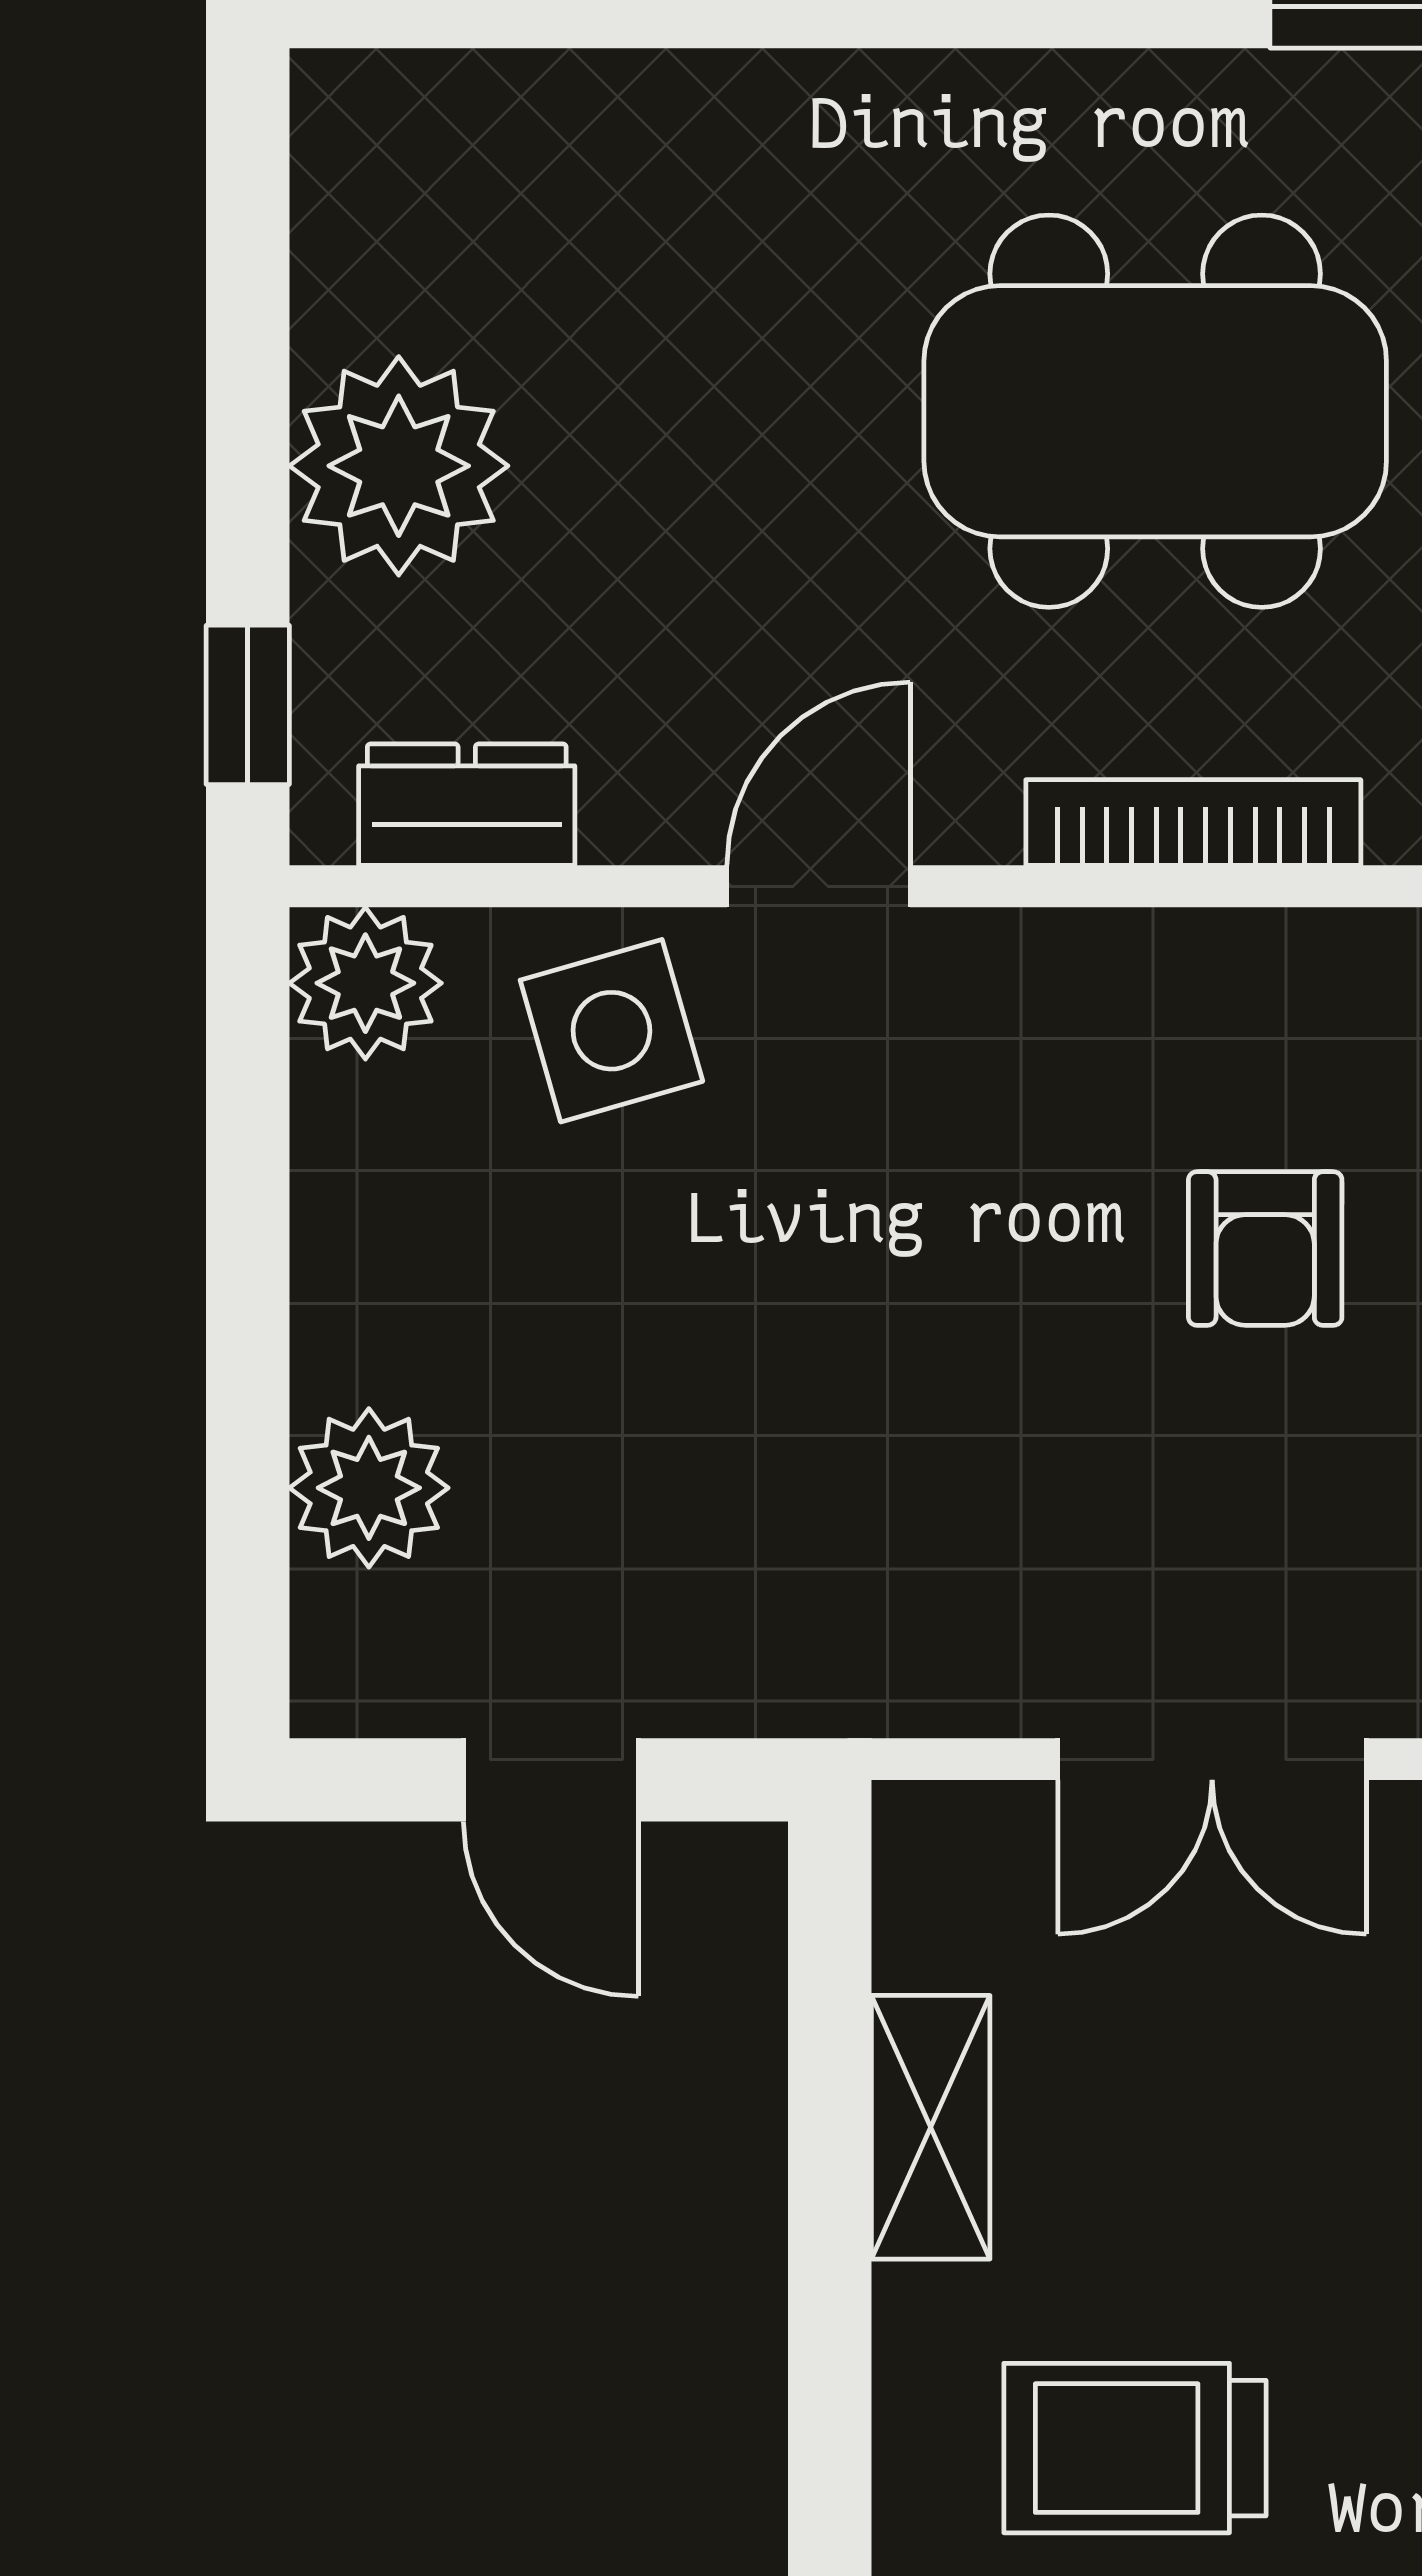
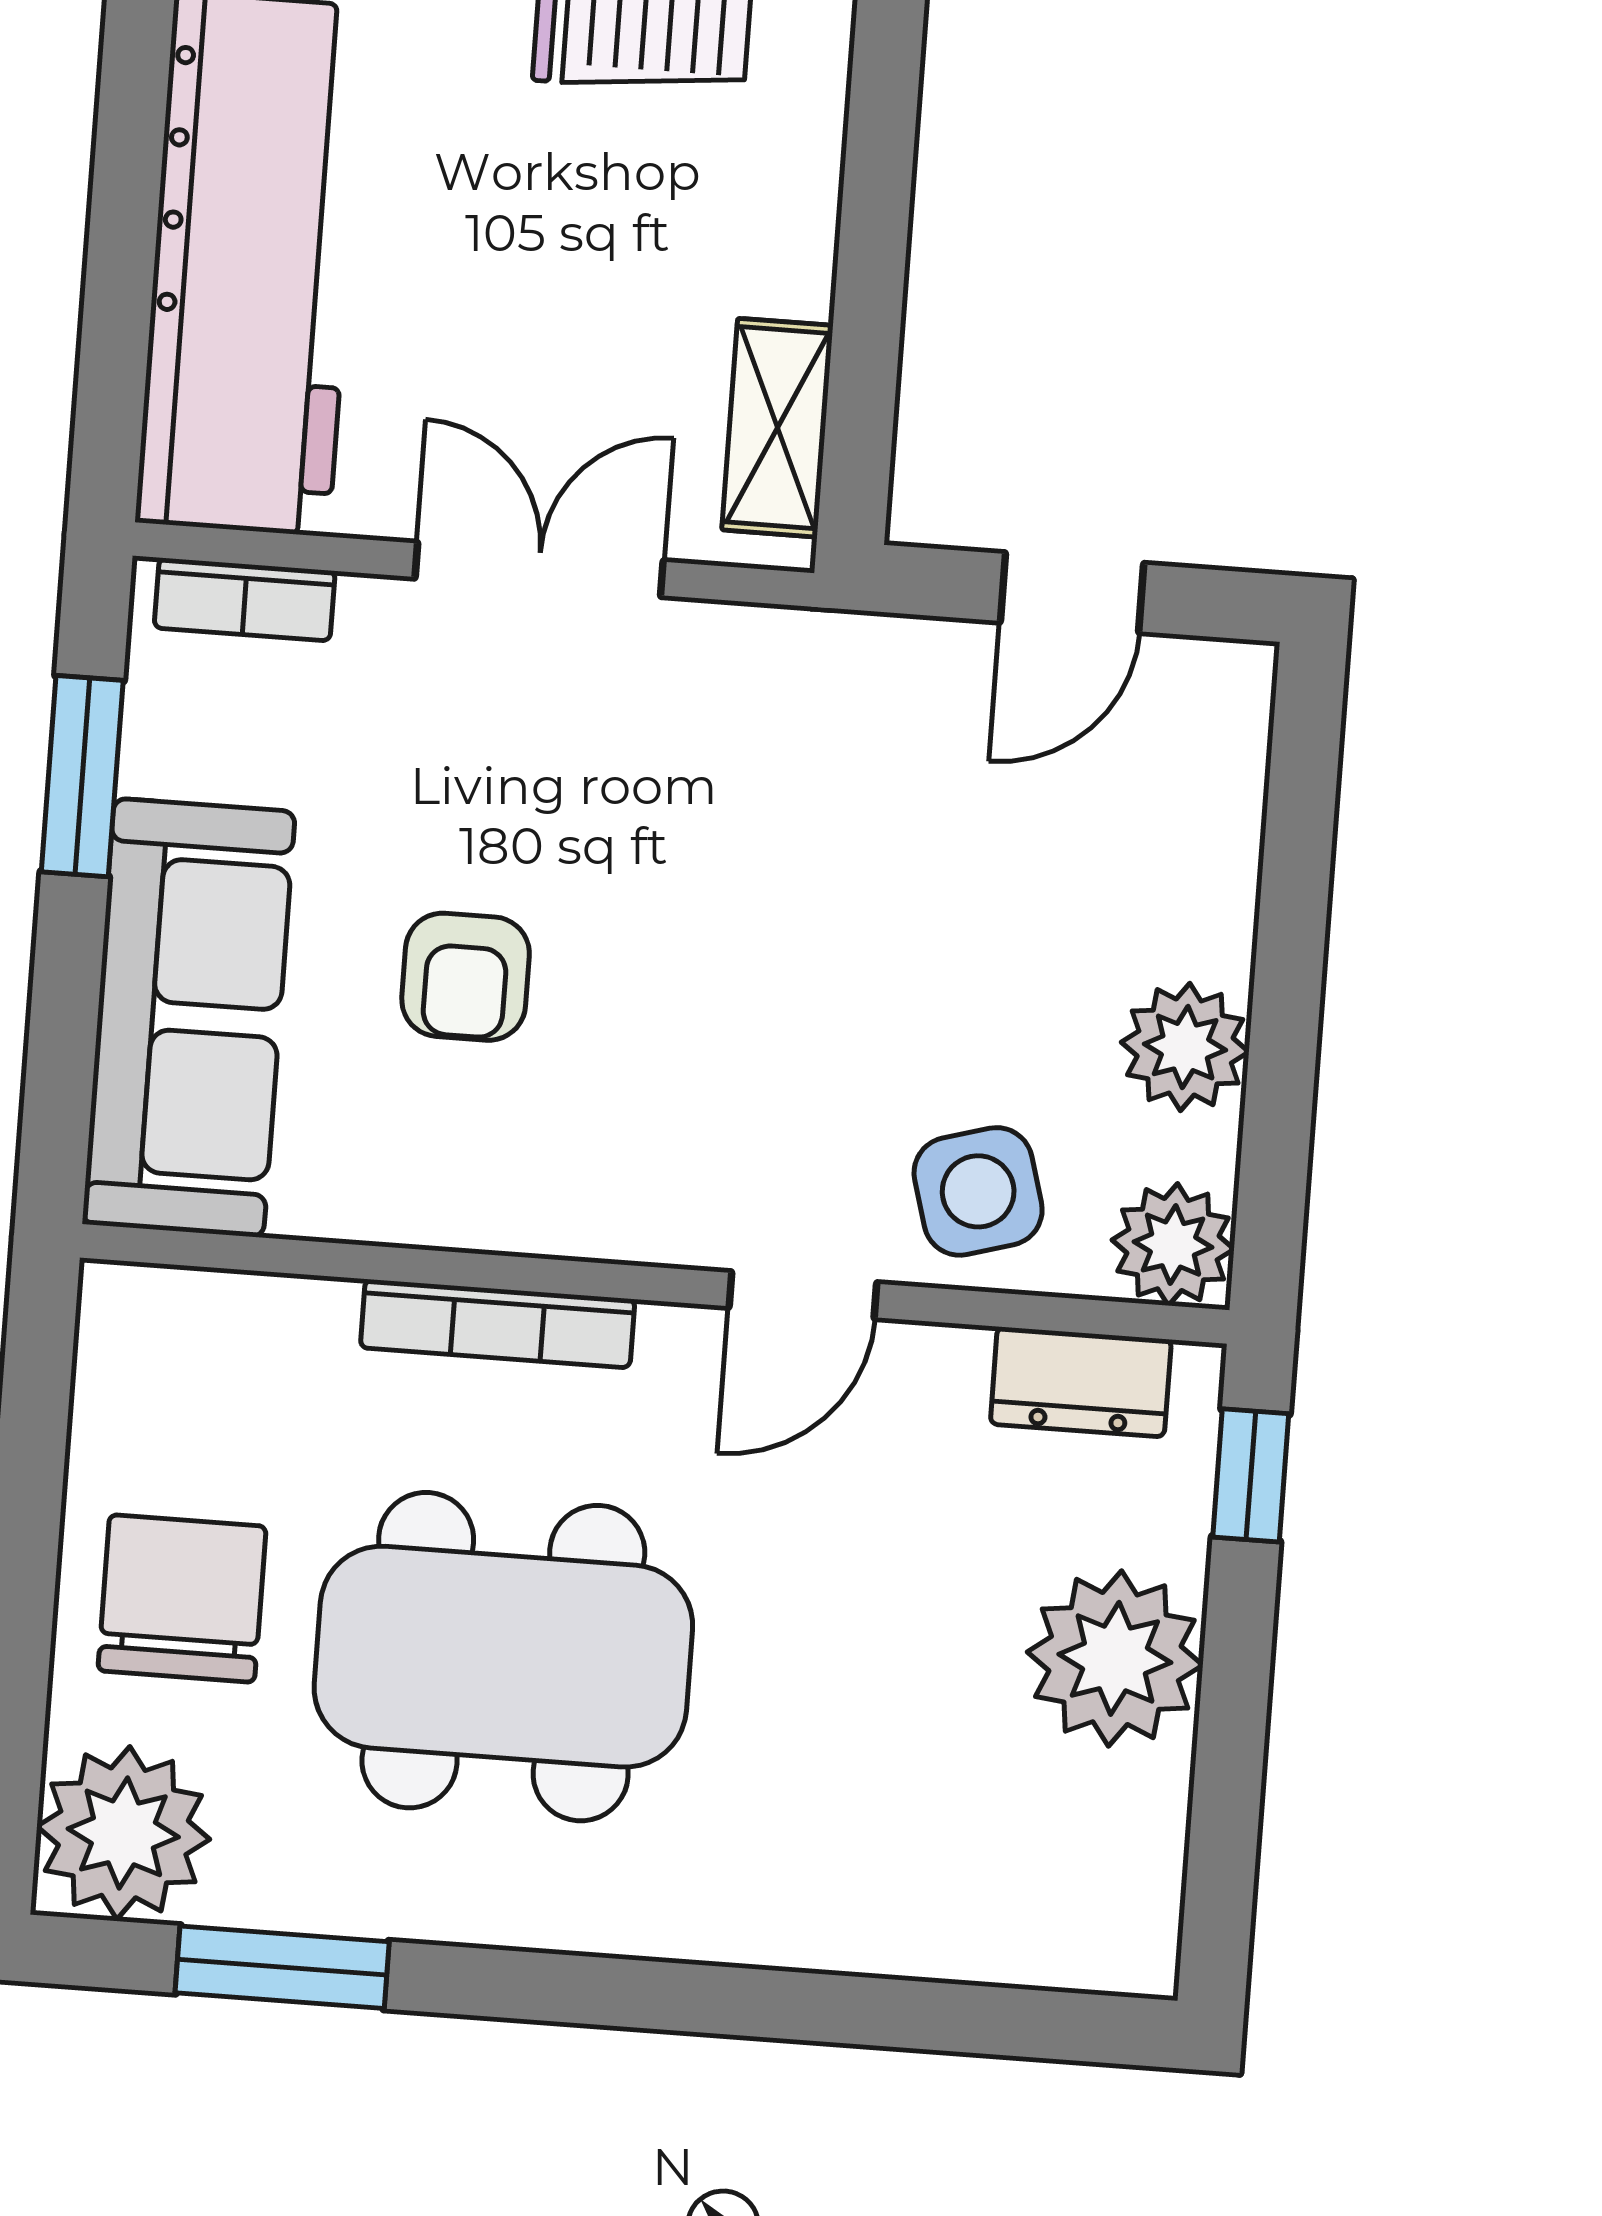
armchair: (1265, 1249) -> (466, 977), turned 180
plant: (369, 1488) -> (1185, 1047), moved
door: (551, 1780) -> (1072, 593), swing flipped
shelving: (931, 2127) -> (777, 428), moved

